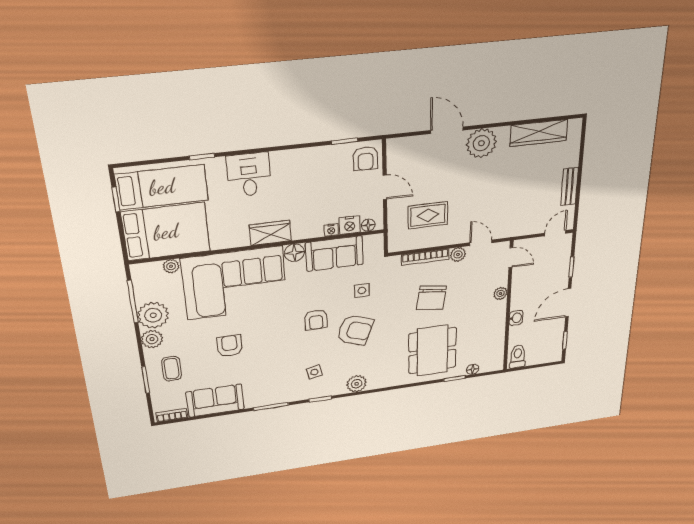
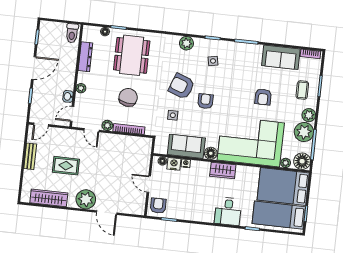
rug: (428, 215) -> (66, 166), moved
door: (511, 258) -> (72, 114), hinge flipped
floor lamp: (145, 275) -> (302, 161), added
washbasin: (516, 318) -> (68, 96), moved
dresser: (497, 333) -> (85, 57), added

